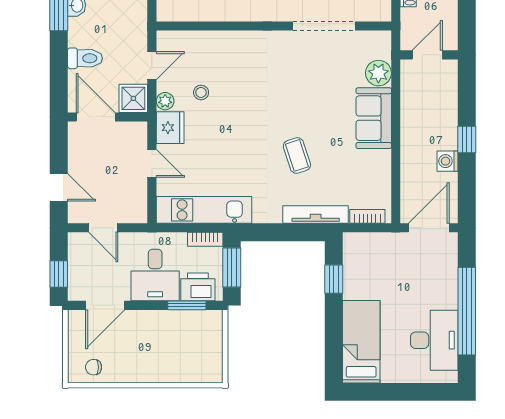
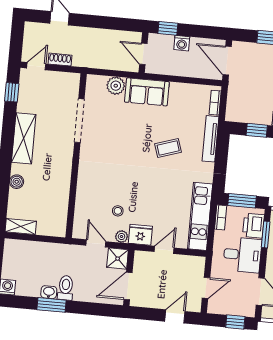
door: (427, 55) -> (143, 54), moved
wall: (429, 55) -> (143, 53), moved
toilet: (85, 58) -> (66, 288), moved

